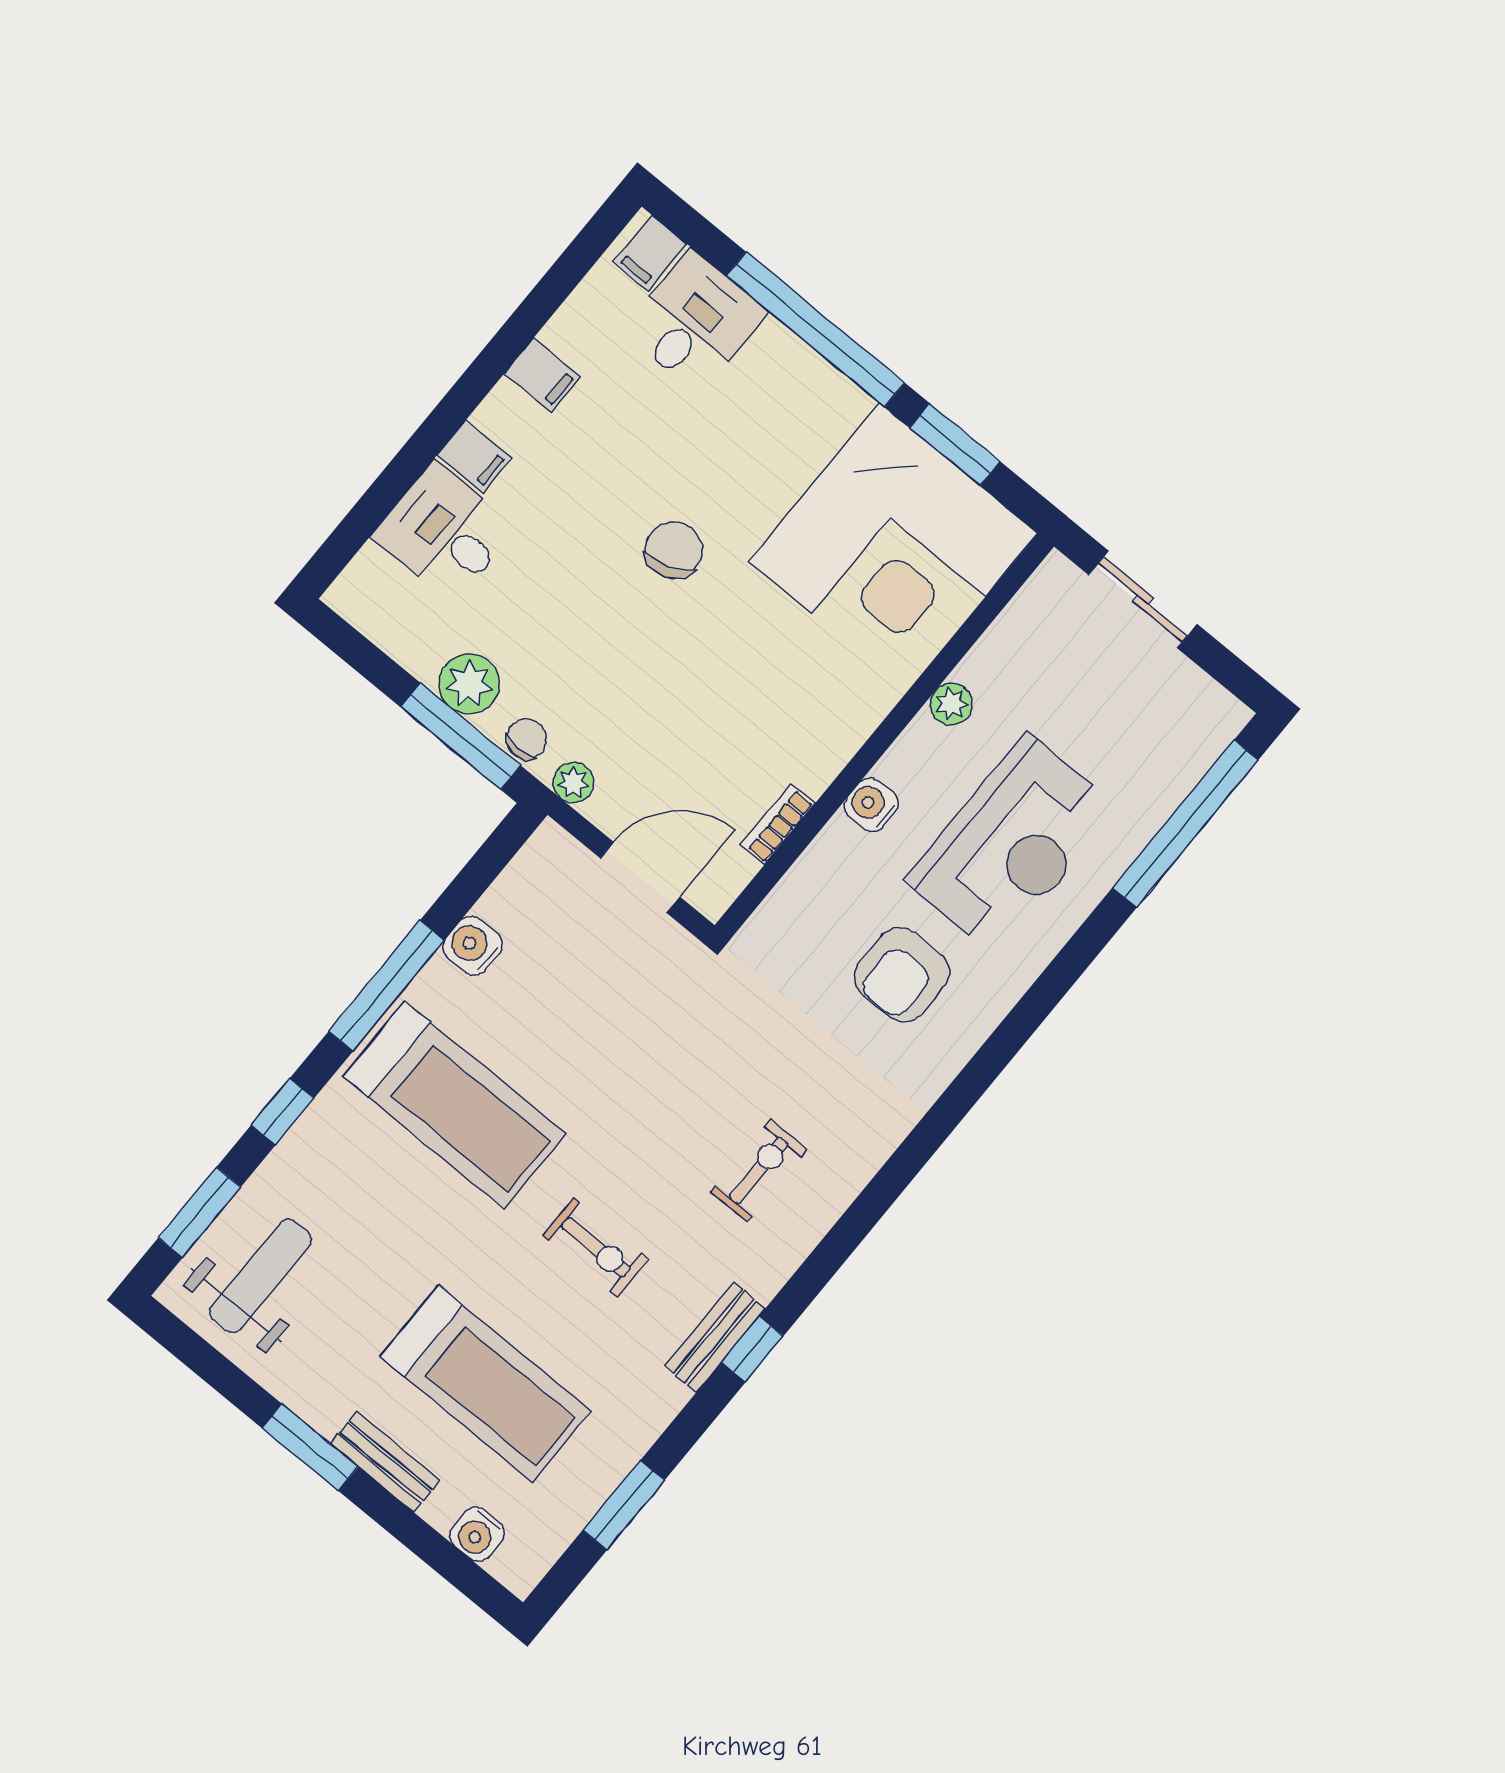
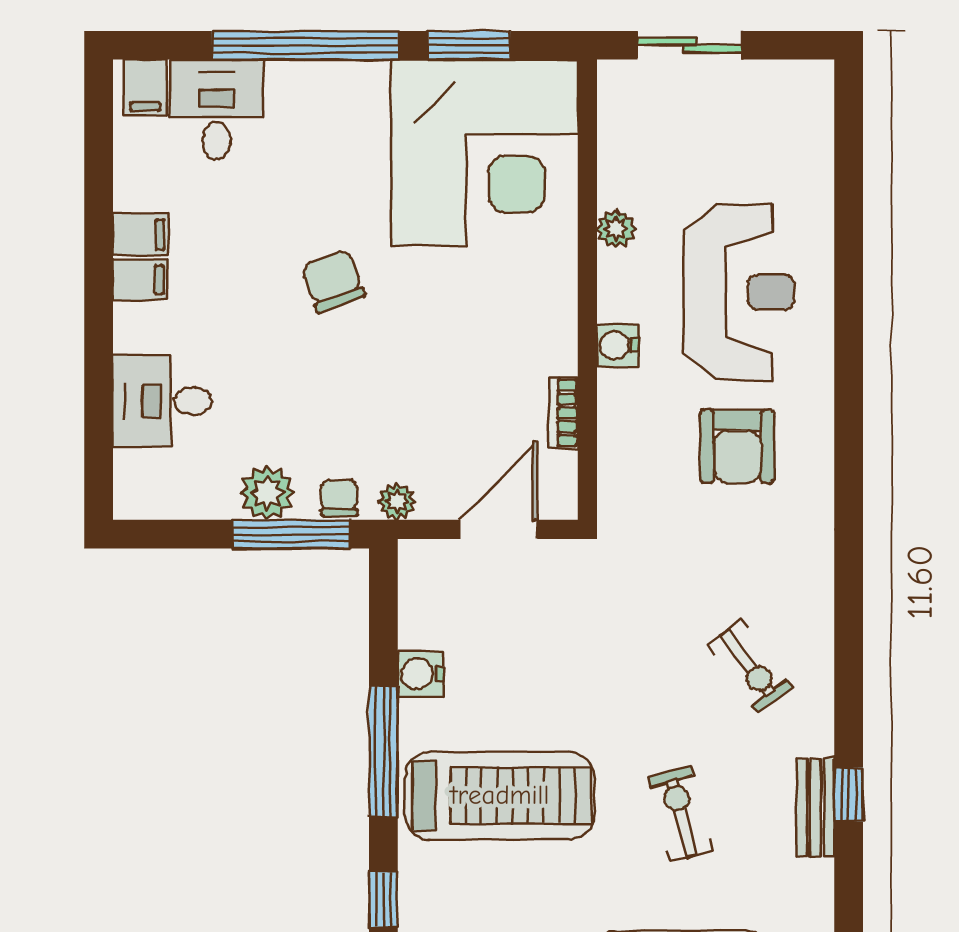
filing cabinet: (474, 457) -> (140, 280), moved
window: (1186, 824) -> (849, 177), removed
exercise bike: (759, 1171) -> (750, 666), turned 143
exercise bike: (596, 1247) -> (680, 814), turned -105

